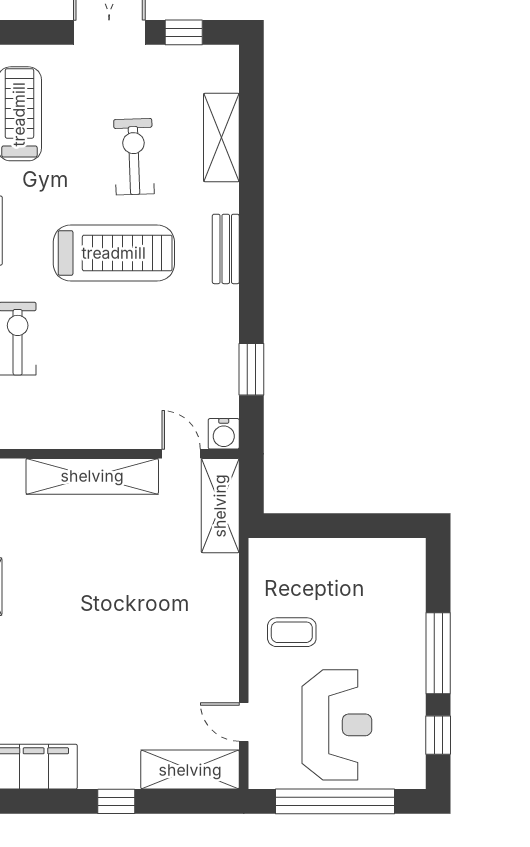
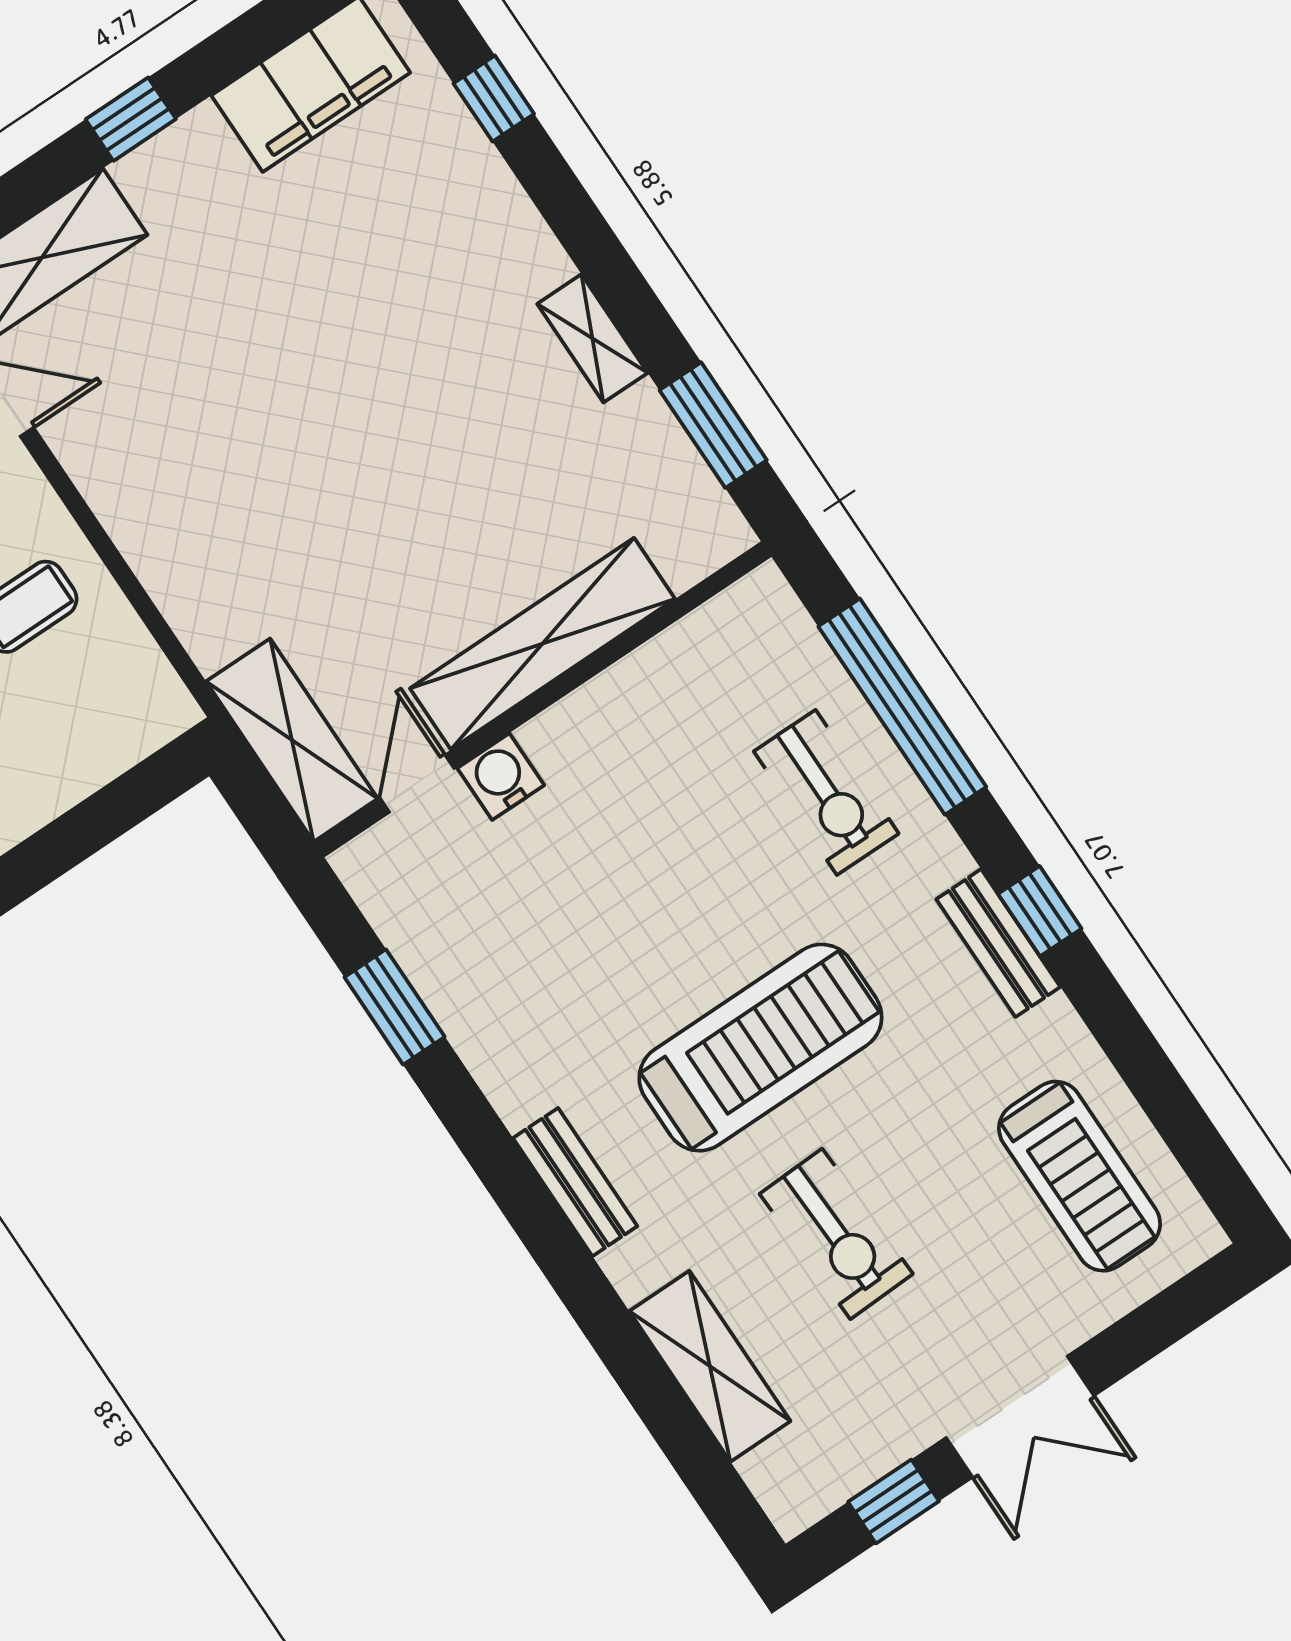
treadmill: (114, 253) -> (760, 1048), turned 180
water cooler: (224, 434) -> (501, 777), moved
door: (181, 454) -> (417, 784), swing flipped

